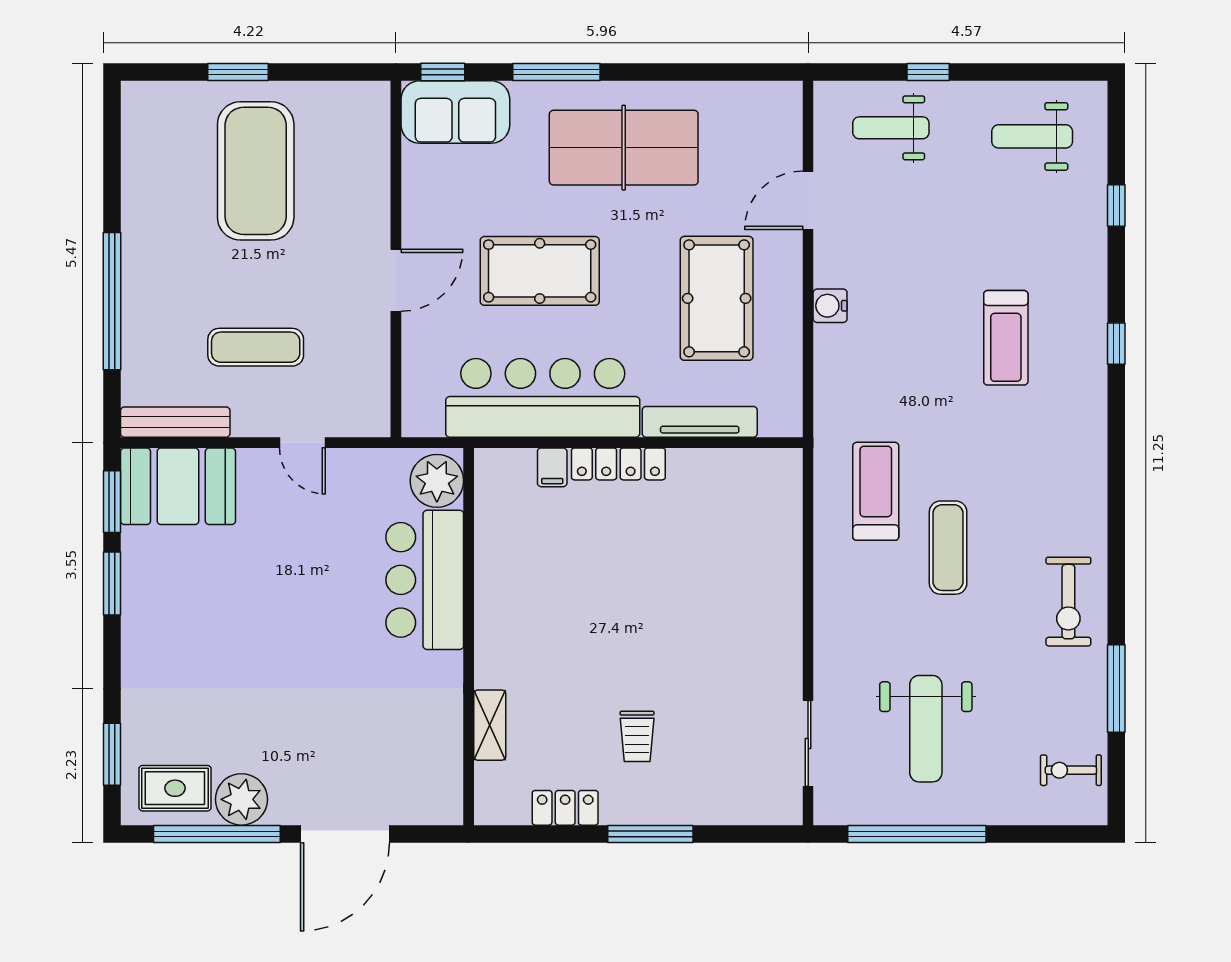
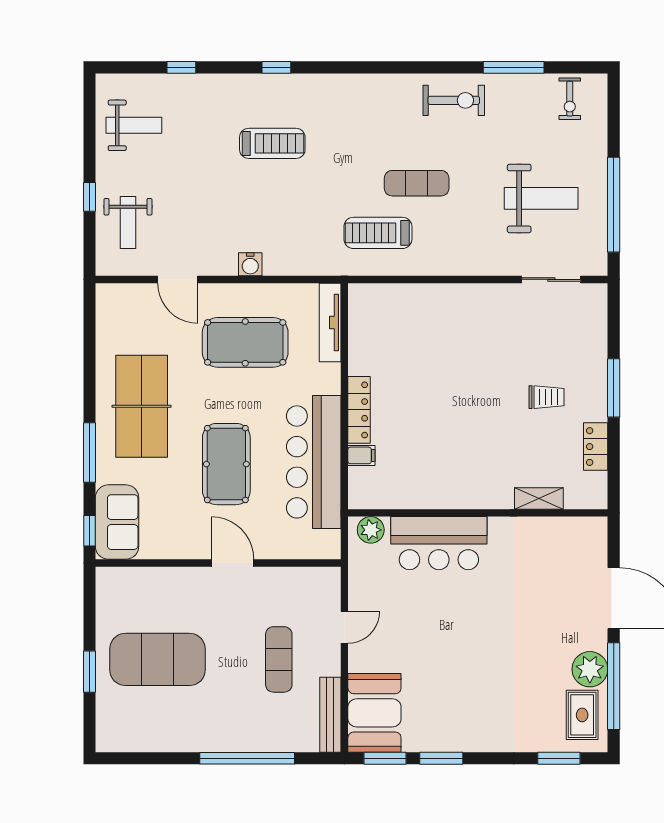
weight bench: (1032, 136) -> (134, 125), turned -90
tv unit: (700, 422) -> (330, 323), moved
plant: (437, 481) -> (371, 530), width x0.73, depth x0.73

